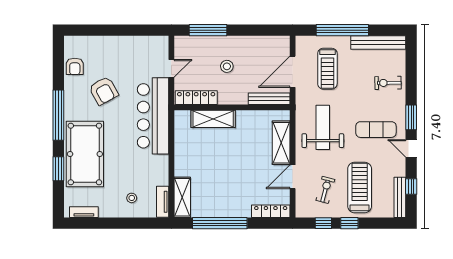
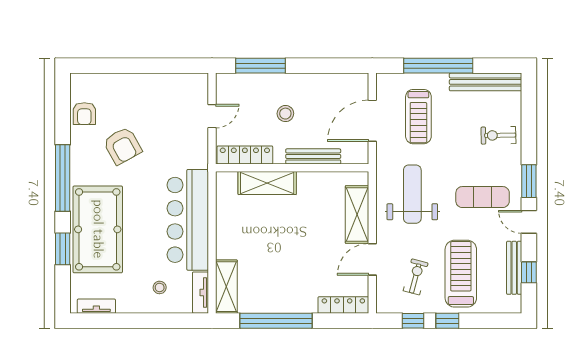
bench: (269, 99) -> (313, 156), moved
bar counter: (153, 116) -> (188, 220), moved
bench: (400, 197) -> (514, 268), moved

